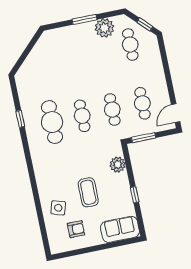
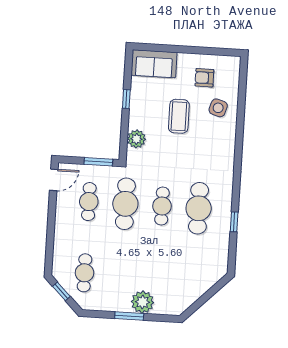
plant: (104, 28) -> (142, 302), moved
cafe table: (112, 110) -> (125, 204), width x1.37, depth x1.35

